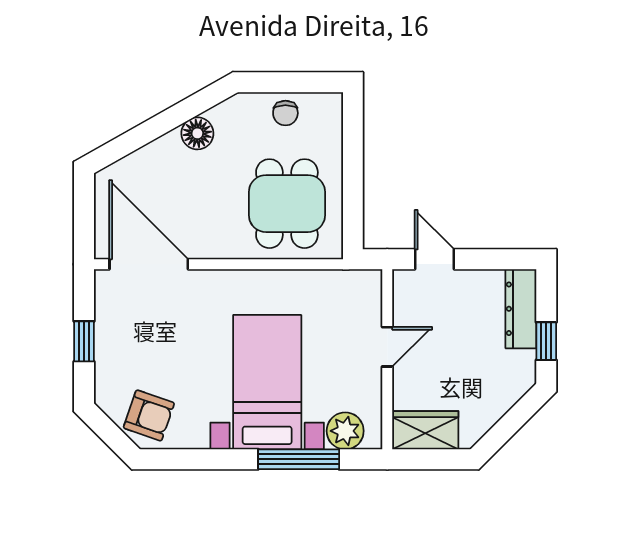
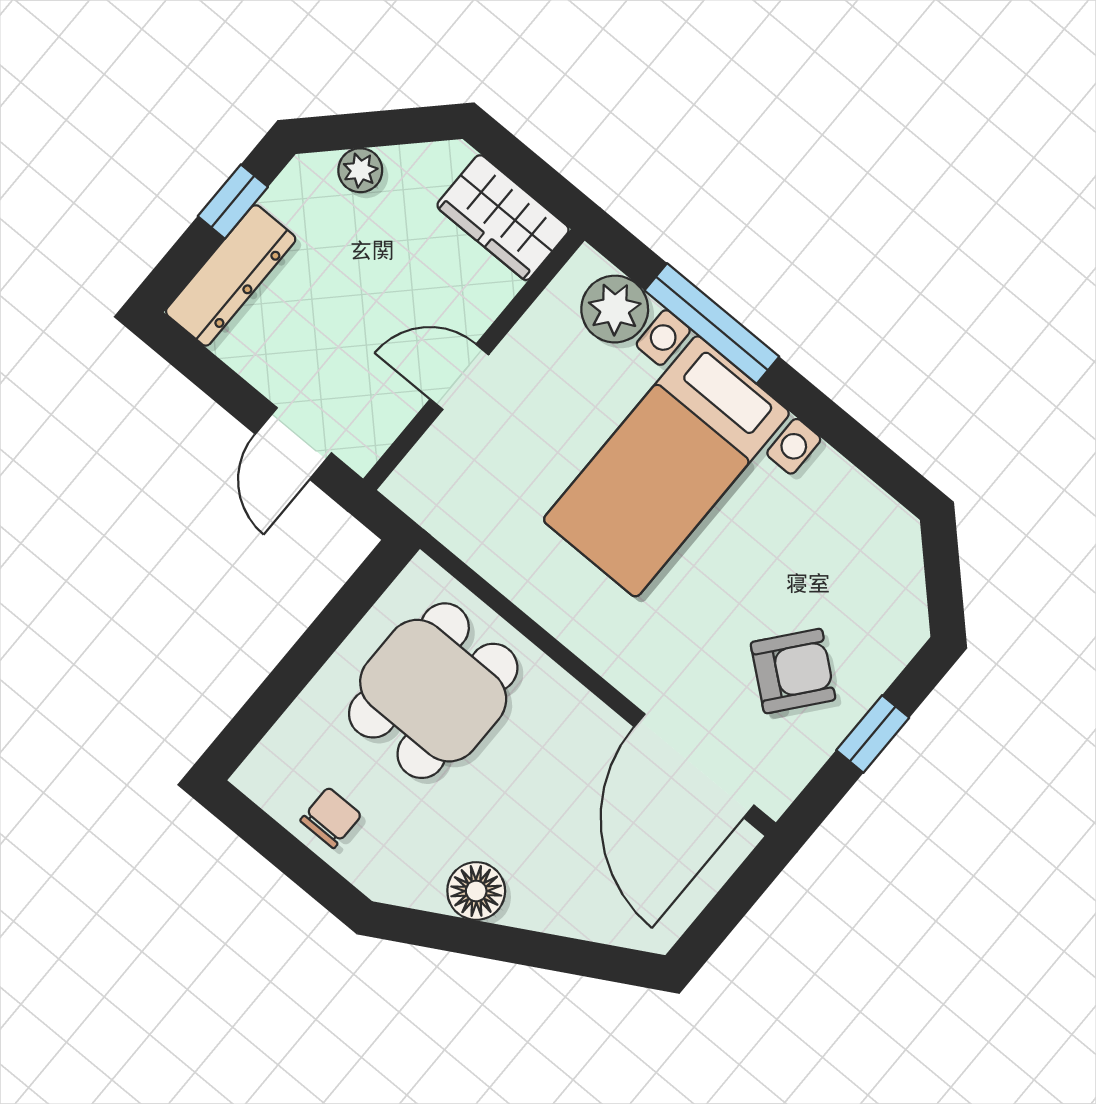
plant: (503, 400) -> (360, 170), added
armchair: (149, 415) -> (793, 671), moved, turned 110

